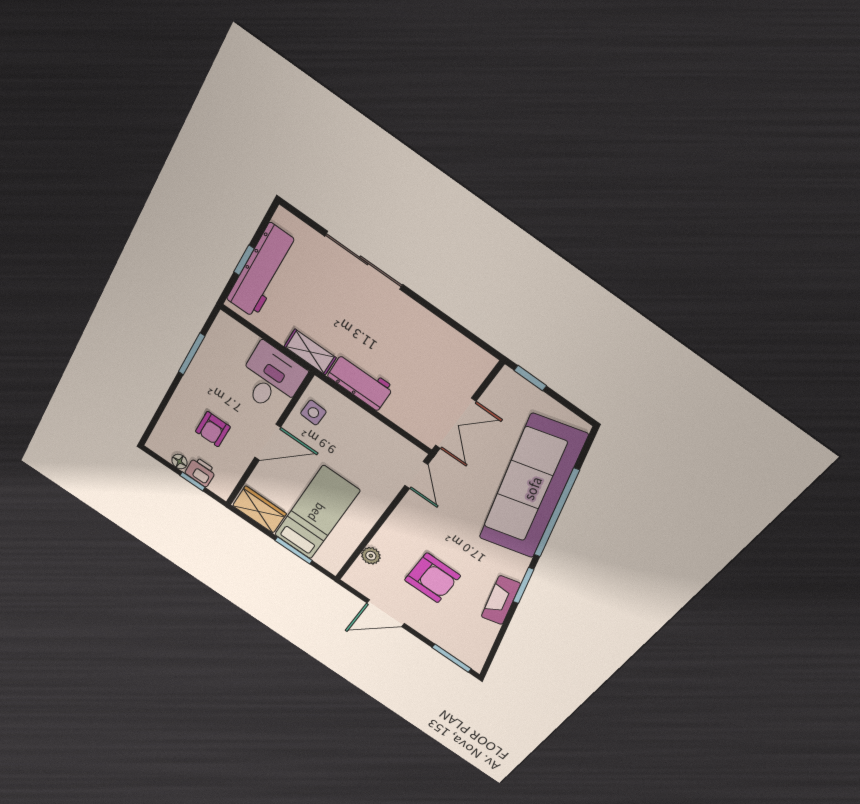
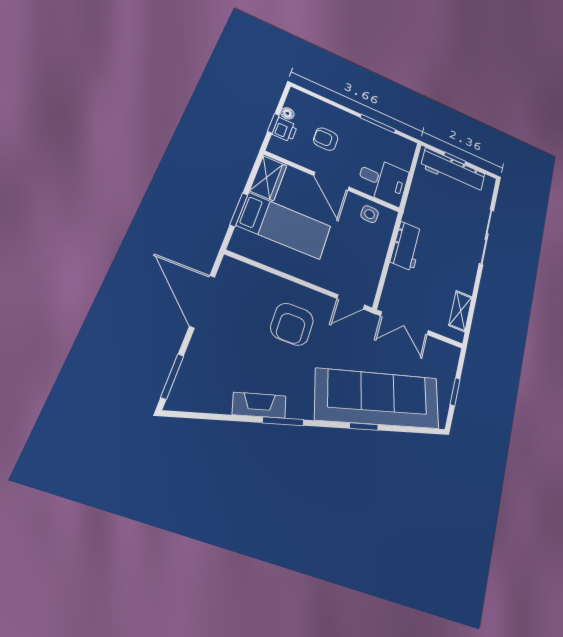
shelving: (310, 352) -> (460, 311), moved
window: (530, 378) -> (455, 392), moved
window: (556, 513) -> (364, 427), width x0.32
plant: (371, 556) -> (260, 278), removed
armchair: (432, 578) -> (292, 324), moved
door: (386, 613) -> (202, 301), width x1.36

